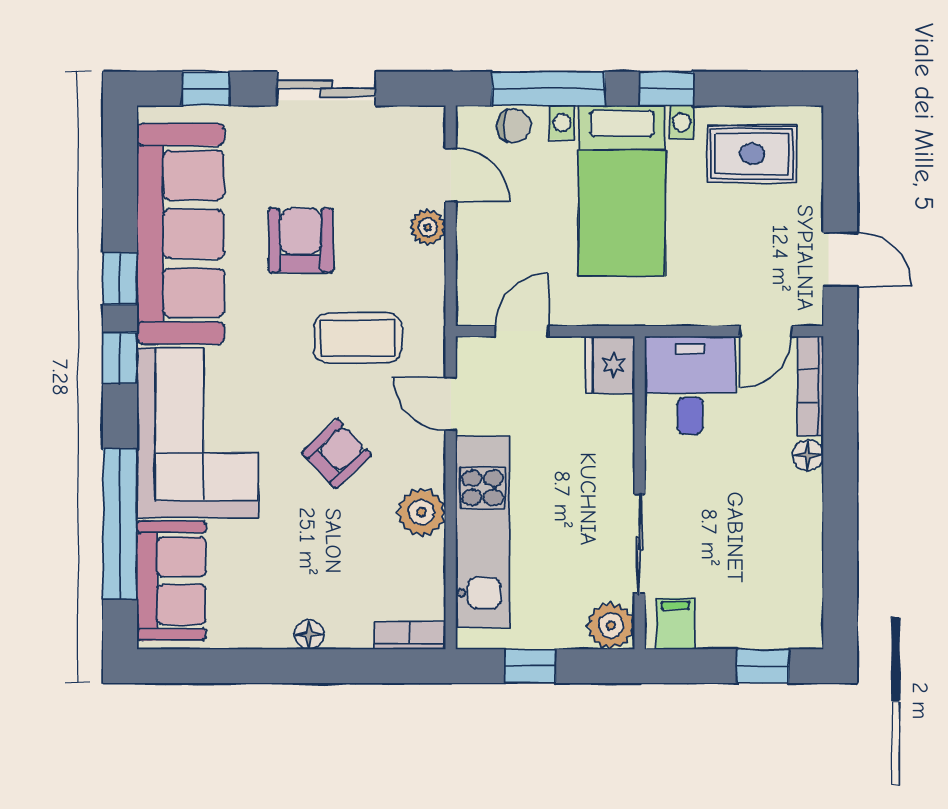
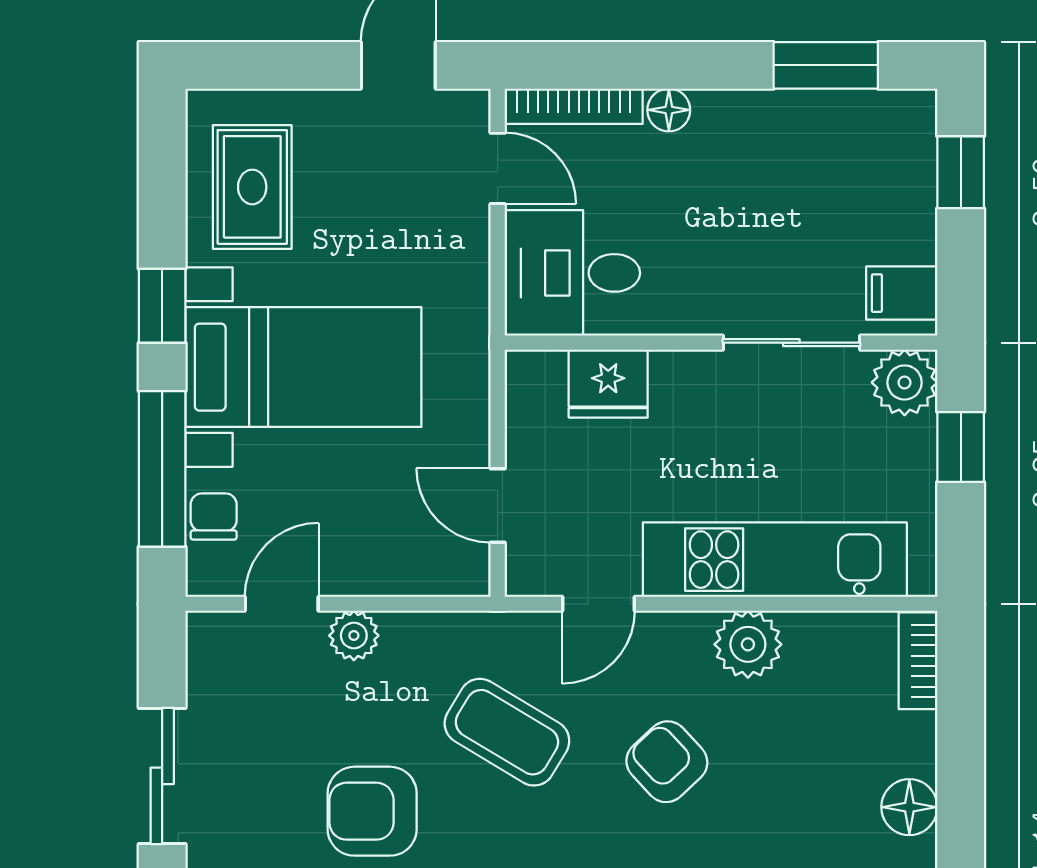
coffee table: (358, 338) -> (507, 732), turned -59
fridge: (610, 365) -> (608, 384), moved
window: (840, 569) -> (826, 65), added
floor lamp: (309, 635) -> (909, 807), width x1.37, depth x1.37
window: (530, 666) -> (961, 447), moved

